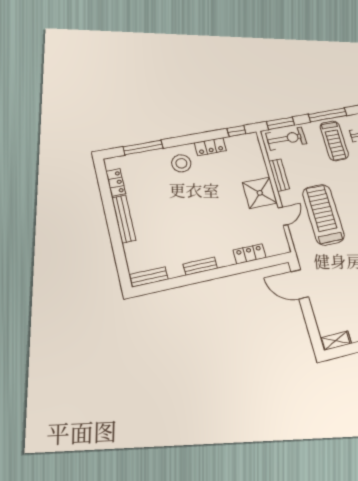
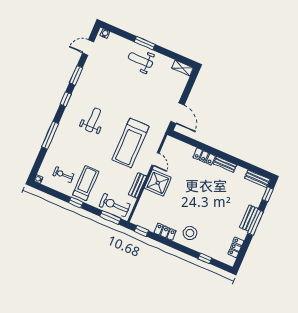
window: (328, 115) -> (76, 202), width x0.46
window: (143, 147) -> (205, 258), width x0.46
door: (283, 216) -> (155, 159), swing flipped
bench: (124, 219) -> (249, 218), width x0.73
window: (113, 225) -> (255, 222), added
locker: (250, 254) -> (204, 156), moved
window: (122, 268) -> (268, 194), added

